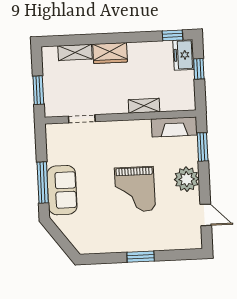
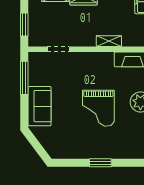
window: (43, 182) -> (24, 78), moved

